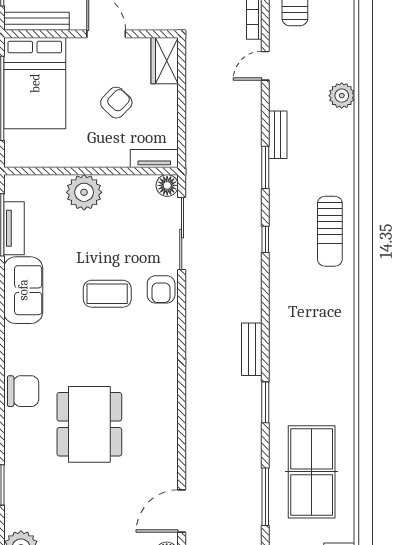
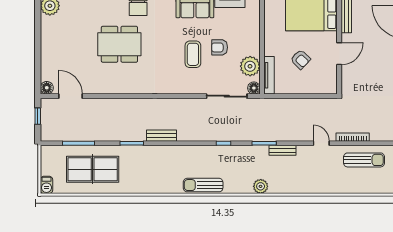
wardrobe: (165, 61) -> (324, 87), removed
plant: (342, 96) -> (261, 186), moved
tv unit: (154, 158) -> (269, 75), width x1.41
plant: (84, 192) -> (250, 66), moved
sun lounger: (330, 231) -> (203, 185), moved
armchair: (161, 289) -> (220, 47), moved

